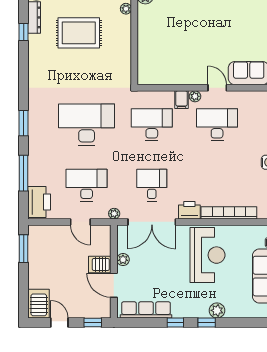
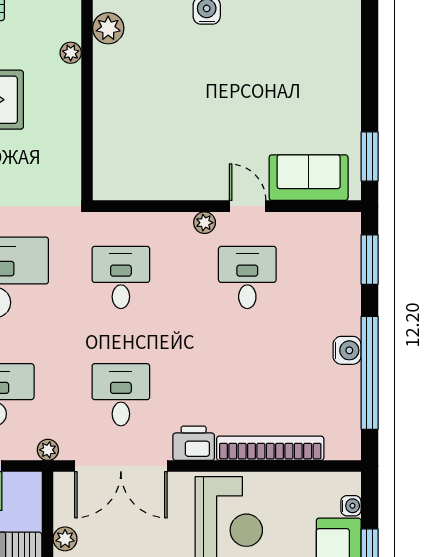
filing cabinet: (182, 100) -> (178, 229), removed
desk: (152, 125) -> (121, 277), width x0.73
desk: (217, 125) -> (247, 277), width x0.73

